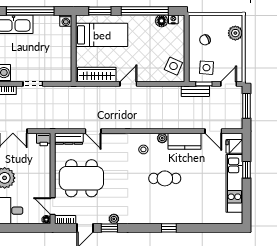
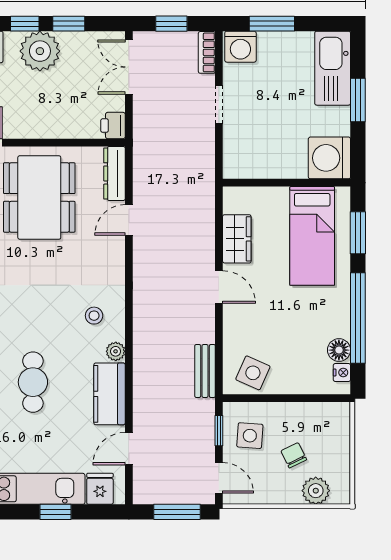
window: (30, 11) -> (358, 100), width x0.47
washing machine: (66, 21) -> (329, 158), width x1.89, depth x1.89
chair: (205, 40) -> (294, 455), moved
wardrobe: (97, 75) -> (237, 239), width x0.67
bench: (195, 91) -> (205, 371), moved
cafe table: (165, 178) -> (33, 382), moved

